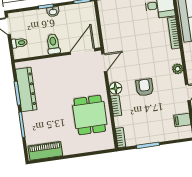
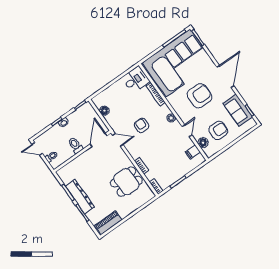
door: (104, 63) -> (118, 140), hinge flipped
armchair: (145, 87) -> (142, 125), moved
floor lamp: (116, 88) -> (104, 111), moved
dresser: (26, 90) -> (80, 197), moved
dining table: (90, 115) -> (126, 182), turned 90

